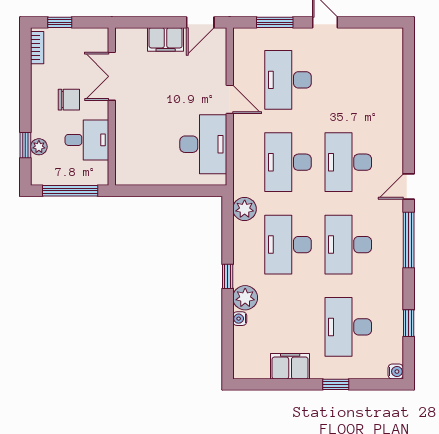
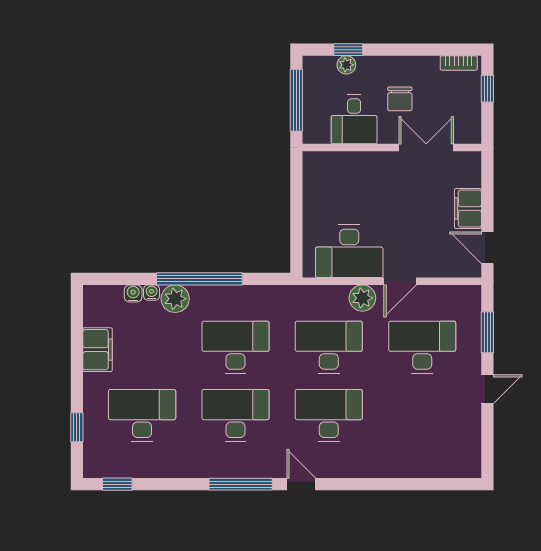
plant: (245, 209) -> (362, 298), moved
window: (228, 276) -> (199, 279), width x3.17
window: (409, 323) -> (117, 484), moved
water cooler: (396, 372) -> (133, 293), moved, turned 180
window: (336, 384) -> (77, 427), moved

